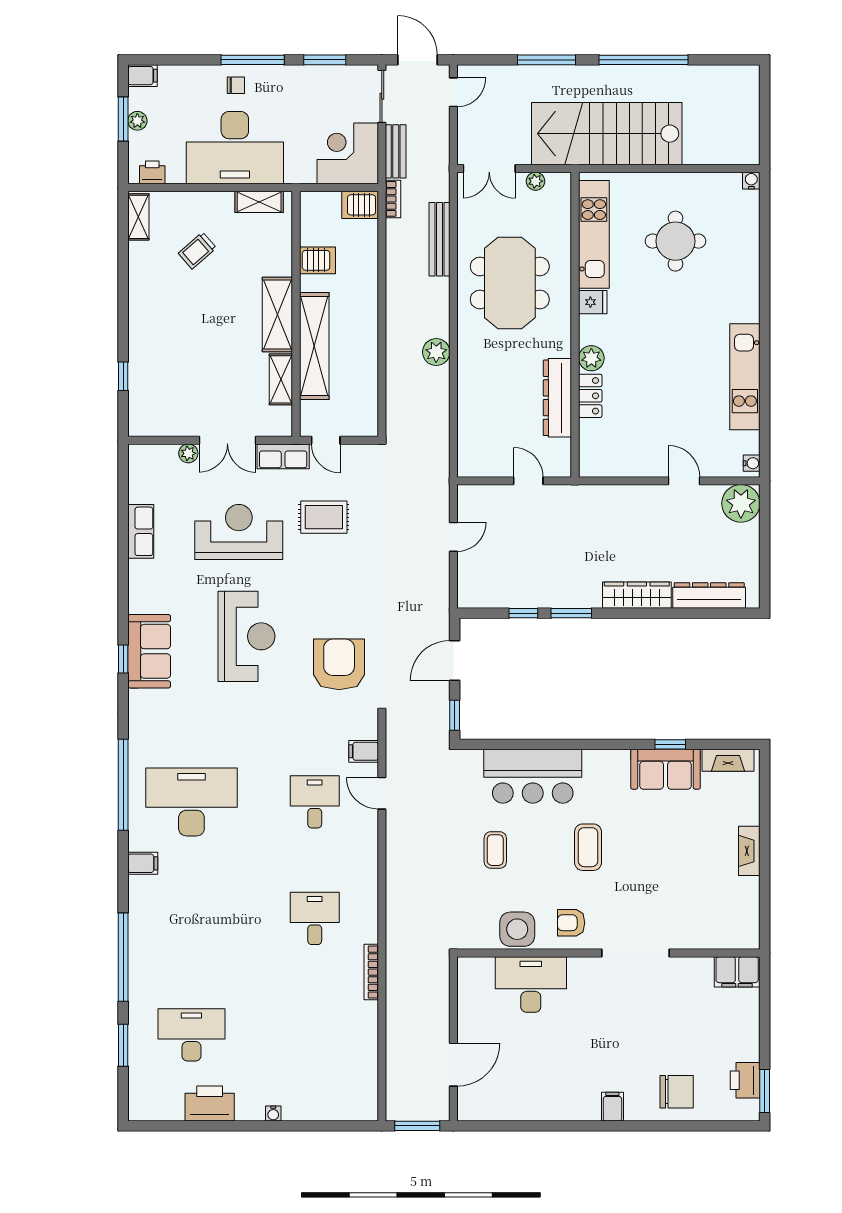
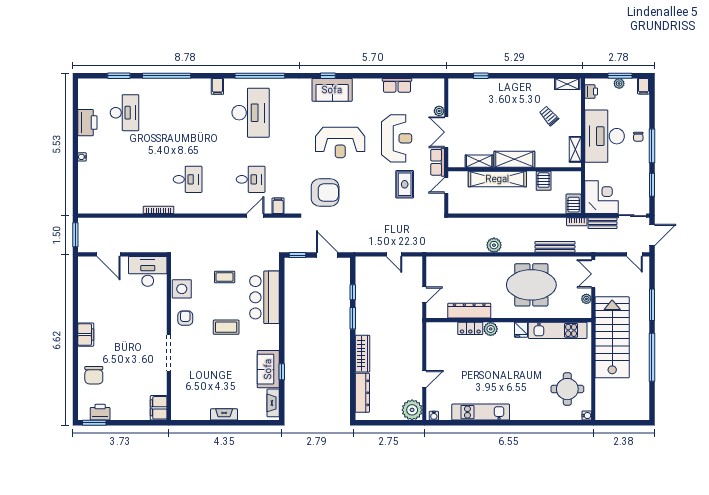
round table: (675, 241) -> (567, 389), moved
desk: (531, 985) -> (148, 271), moved, turned -90
filing cabinet: (612, 1107) -> (86, 335), width x2.00

